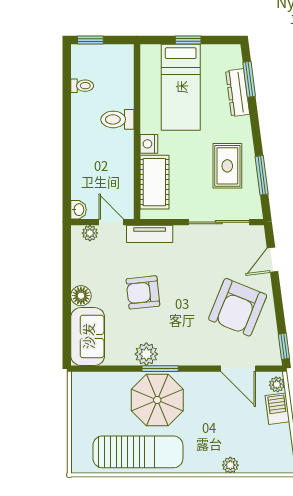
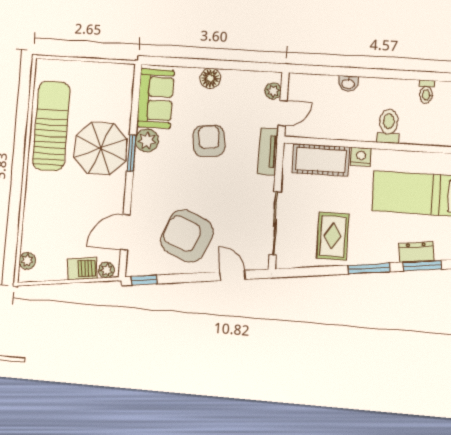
dresser: (238, 93) -> (416, 252), width x0.70
rug: (227, 166) -> (333, 236), turned 90
window: (262, 175) -> (369, 268), moved
washbasin: (78, 210) -> (348, 84), moved
sofa: (88, 336) -> (155, 98), moved, turned -90
sun lounger: (138, 452) -> (51, 126), turned 180
plant: (230, 465) -> (27, 261), moved

